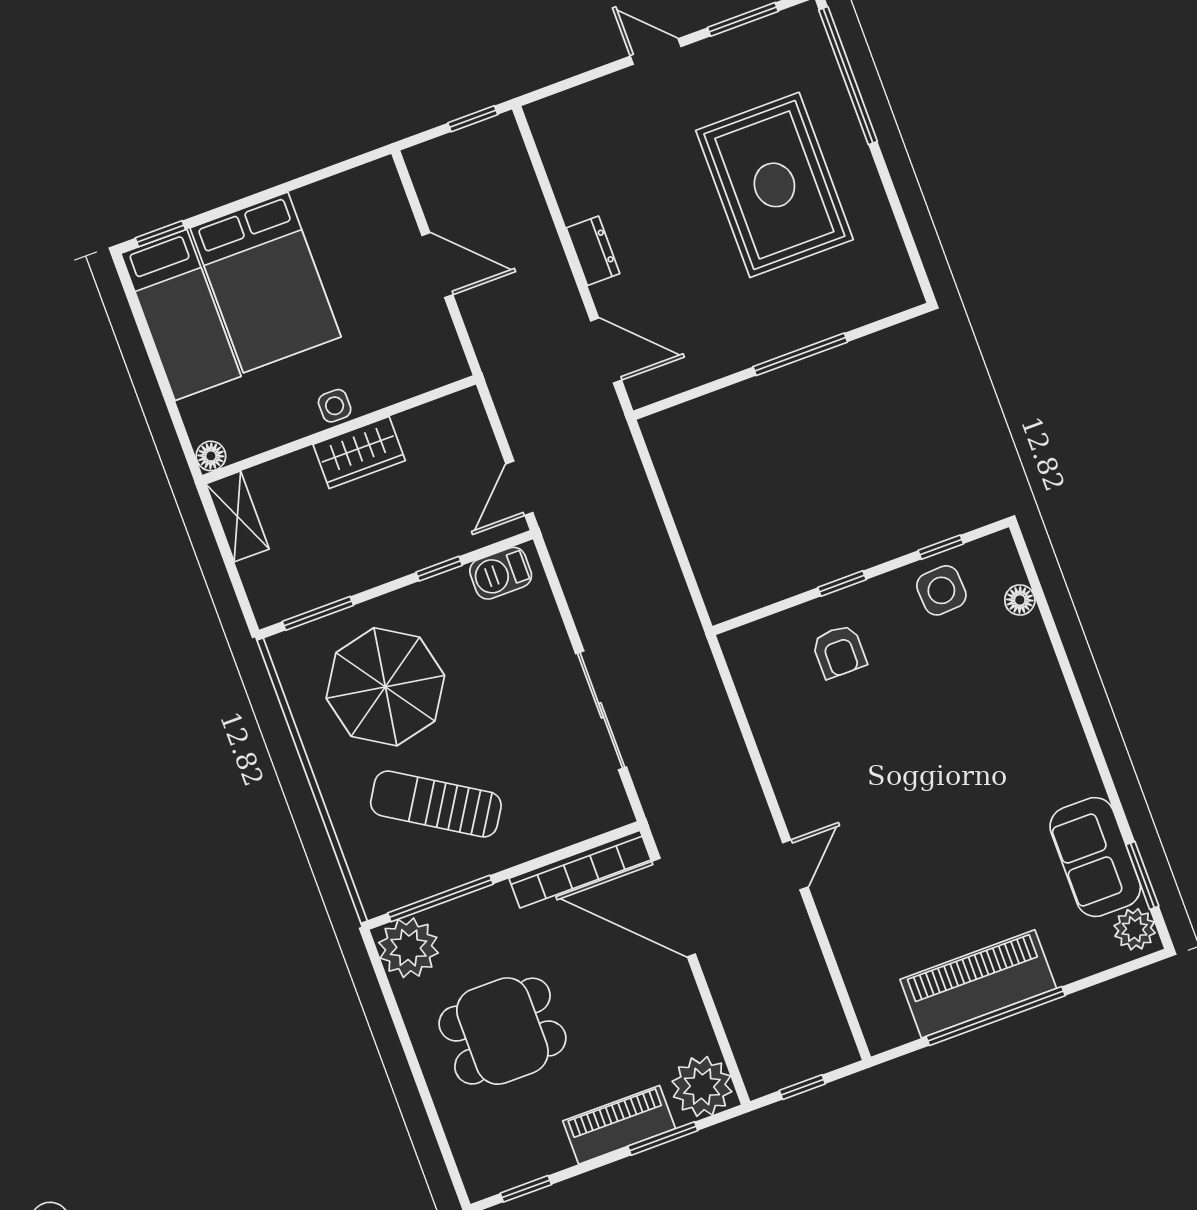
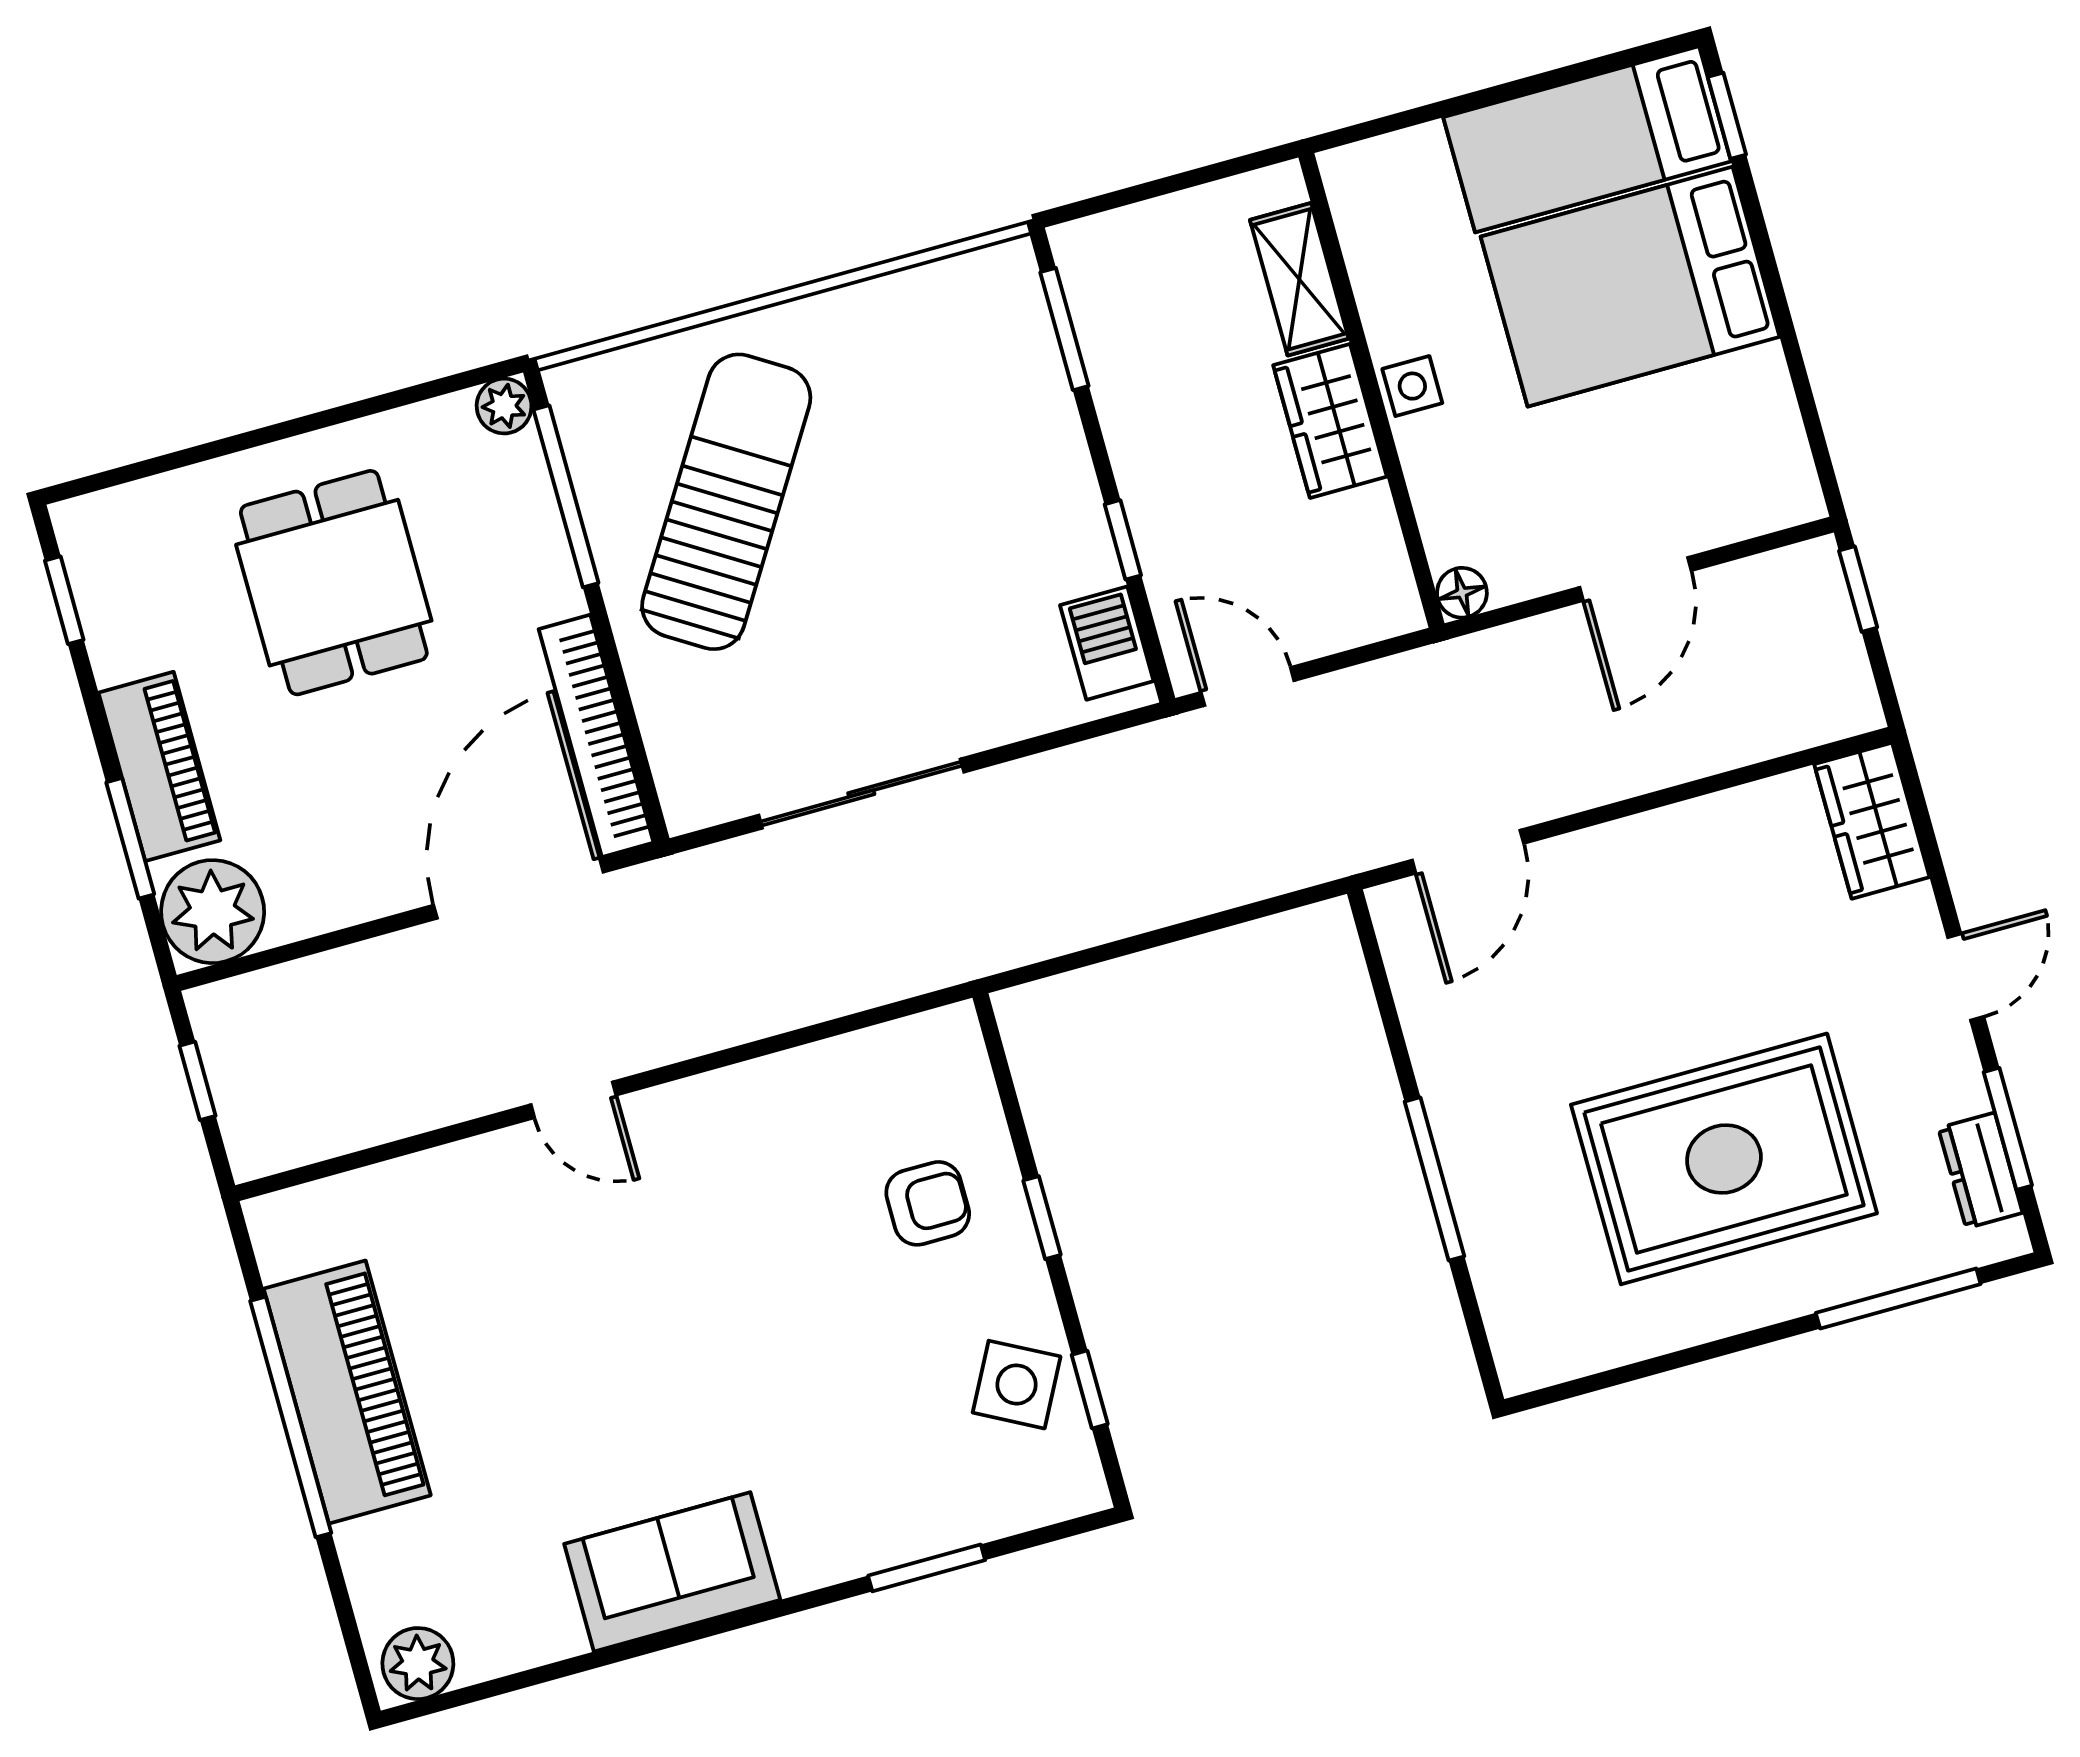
window: (848, 76) -> (1898, 1298), width x0.68
wardrobe: (568, 114) -> (1872, 821), added
window: (473, 119) -> (1858, 589), moved
dresser: (593, 251) -> (1980, 1170), moved, turned 90
floor lamp: (211, 456) -> (1462, 593), moved
shelving: (237, 516) -> (1299, 279), moved, turned 90
side table: (941, 590) -> (1017, 1385), turned 31
floor lamp: (1020, 600) -> (989, 1515), removed
armchair: (839, 651) -> (928, 1203), turned 180
parasol: (385, 687) -> (931, 433), removed
sun lounger: (436, 804) -> (726, 502), width x1.36, depth x1.34
sofa: (1095, 857) -> (672, 1572), moved
window: (1142, 875) -> (927, 1568), moved
plant: (409, 948) -> (504, 406), width x0.53, depth x0.53

